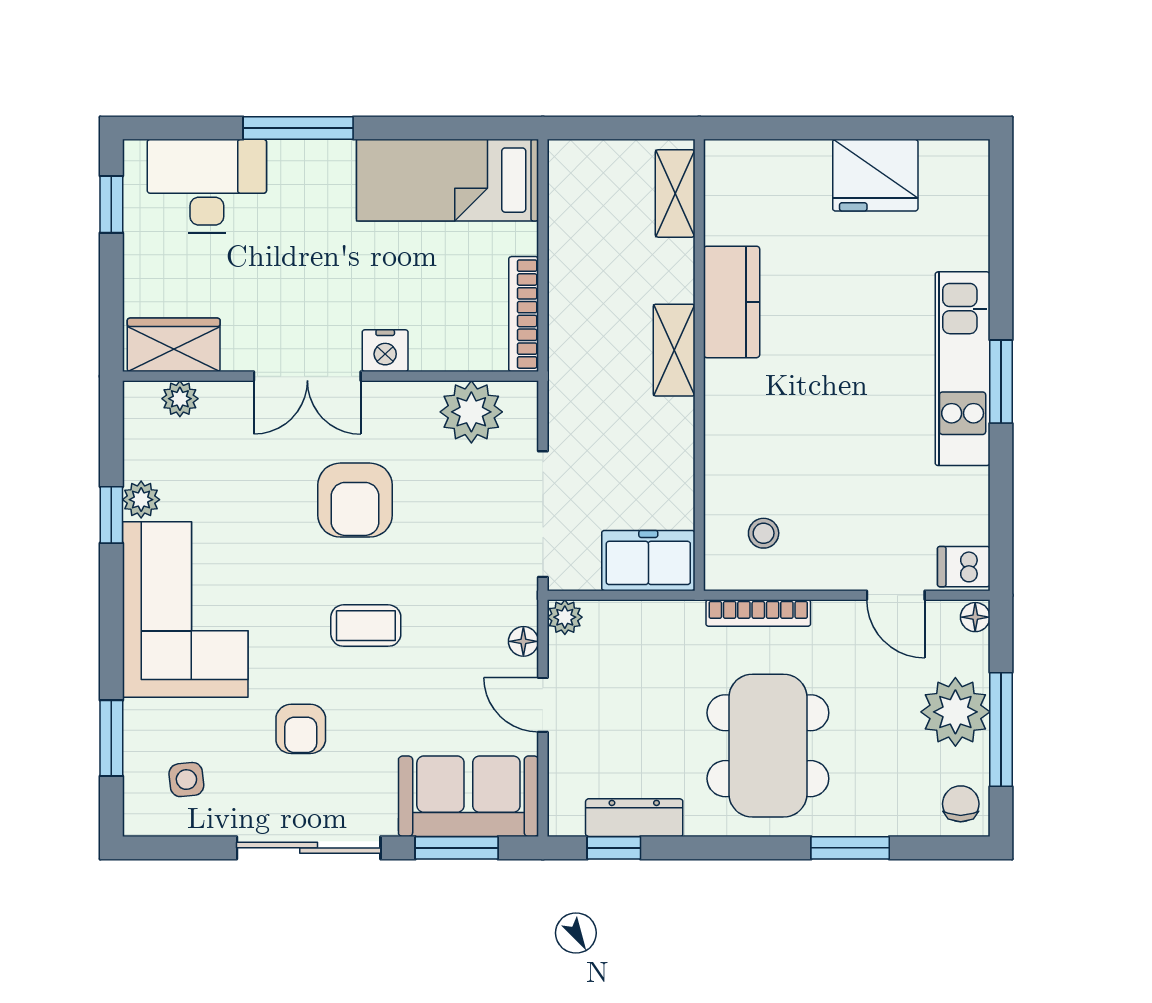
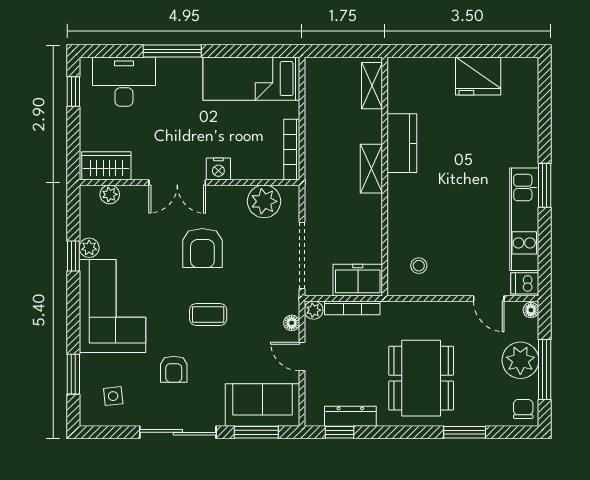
kitchen unit: (963, 369) -> (524, 219), moved
bookcase: (758, 613) -> (352, 308), moved

